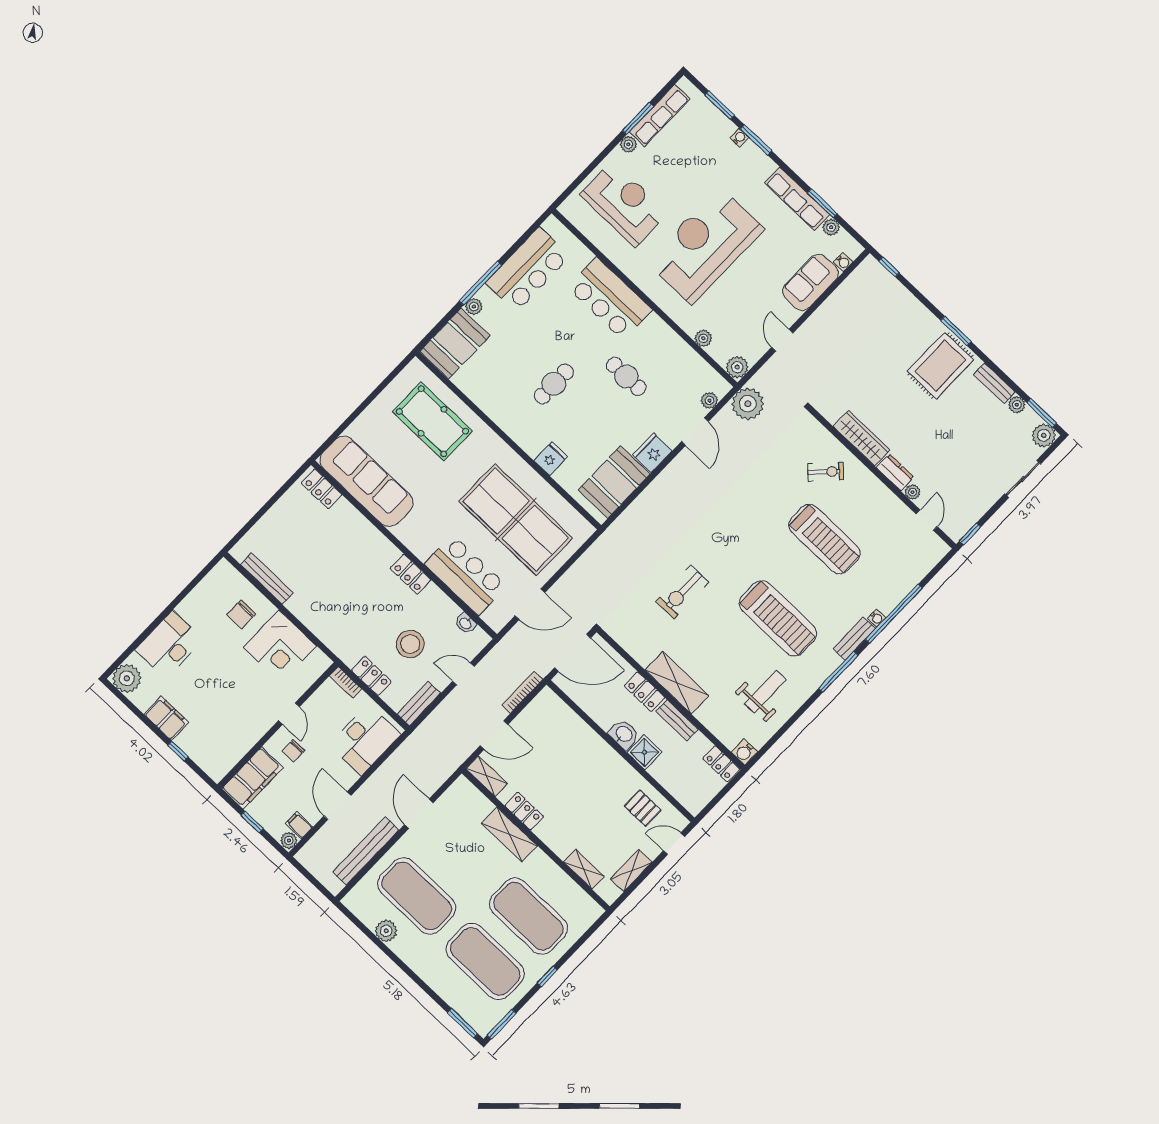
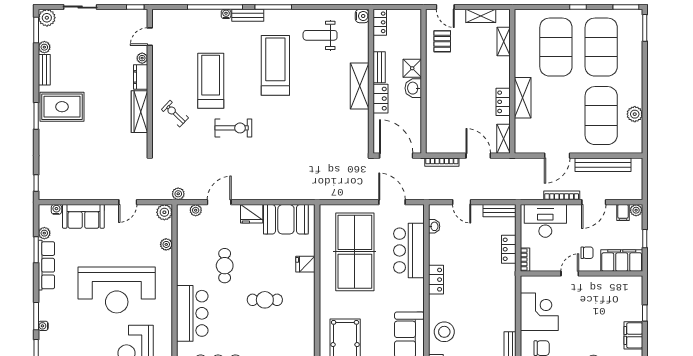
plant: (748, 404) -> (178, 194), width x0.53, depth x0.53
exercise bike: (682, 592) -> (233, 128), moved
stool: (410, 644) -> (444, 332), moved
bookcase: (375, 780) -> (562, 195), added

